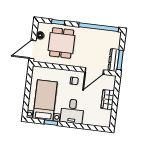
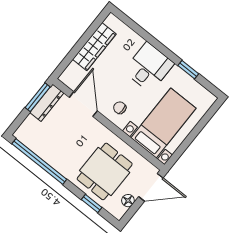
door: (94, 71) -> (83, 104), hinge flipped
bed with nightstands: (45, 100) -> (163, 123), moved, turned 180
wardrobe: (108, 100) -> (94, 47), width x1.50

